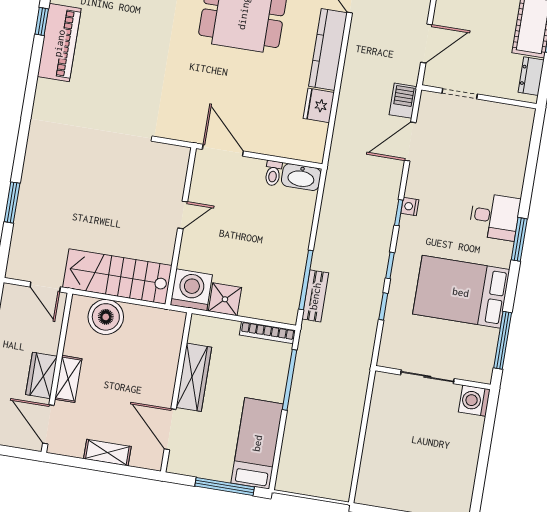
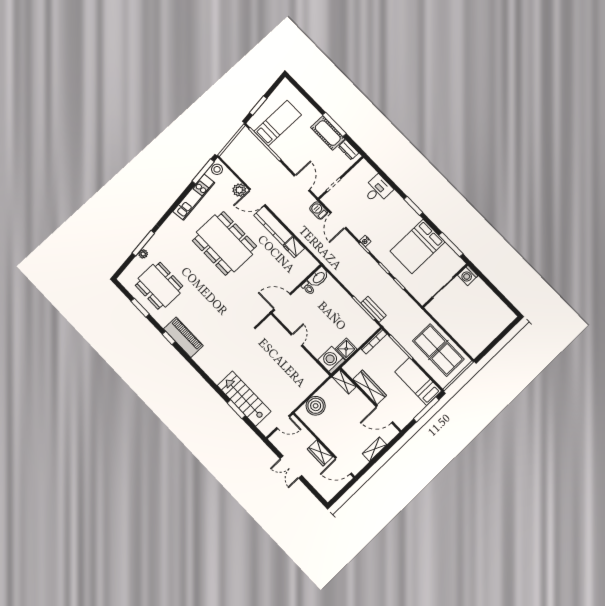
desk: (495, 217) -> (377, 190), moved
stairs: (117, 276) -> (244, 398), moved, turned 90
shelving: (68, 379) -> (344, 382), moved
table tennis table: (327, 439) -> (438, 350), added

